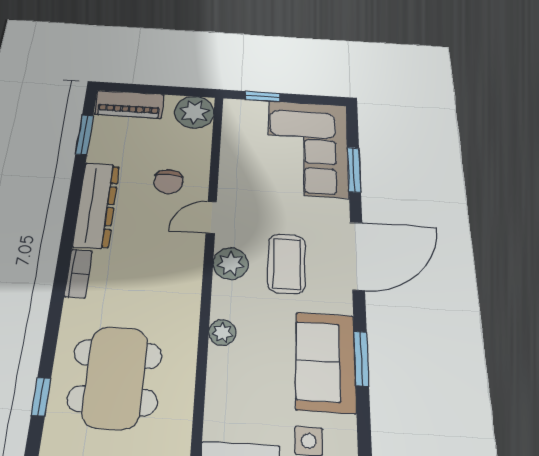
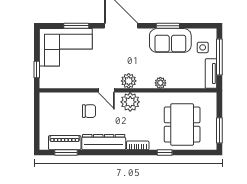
piano: (129, 104) -> (65, 143), moved, turned -90
plant: (194, 112) -> (130, 102), moved
coffee table: (287, 264) -> (127, 57), removed
dining table: (115, 377) -> (182, 125), turned 90
window: (41, 397) -> (165, 153), moved

